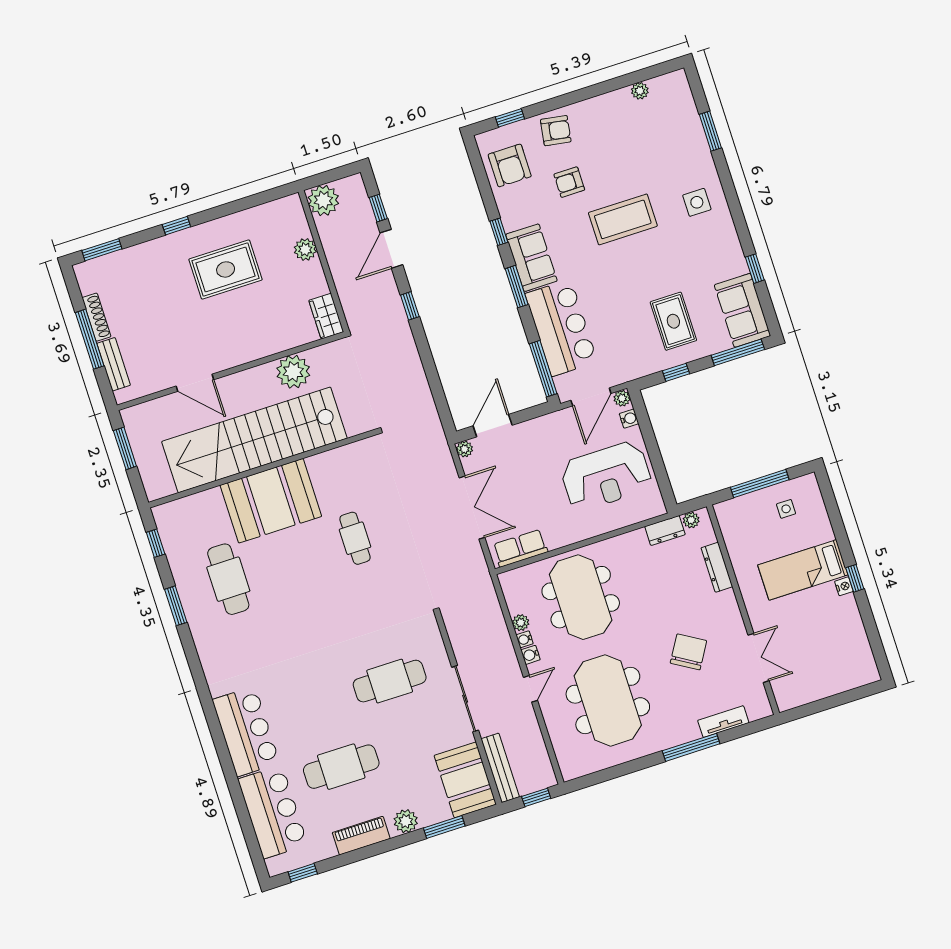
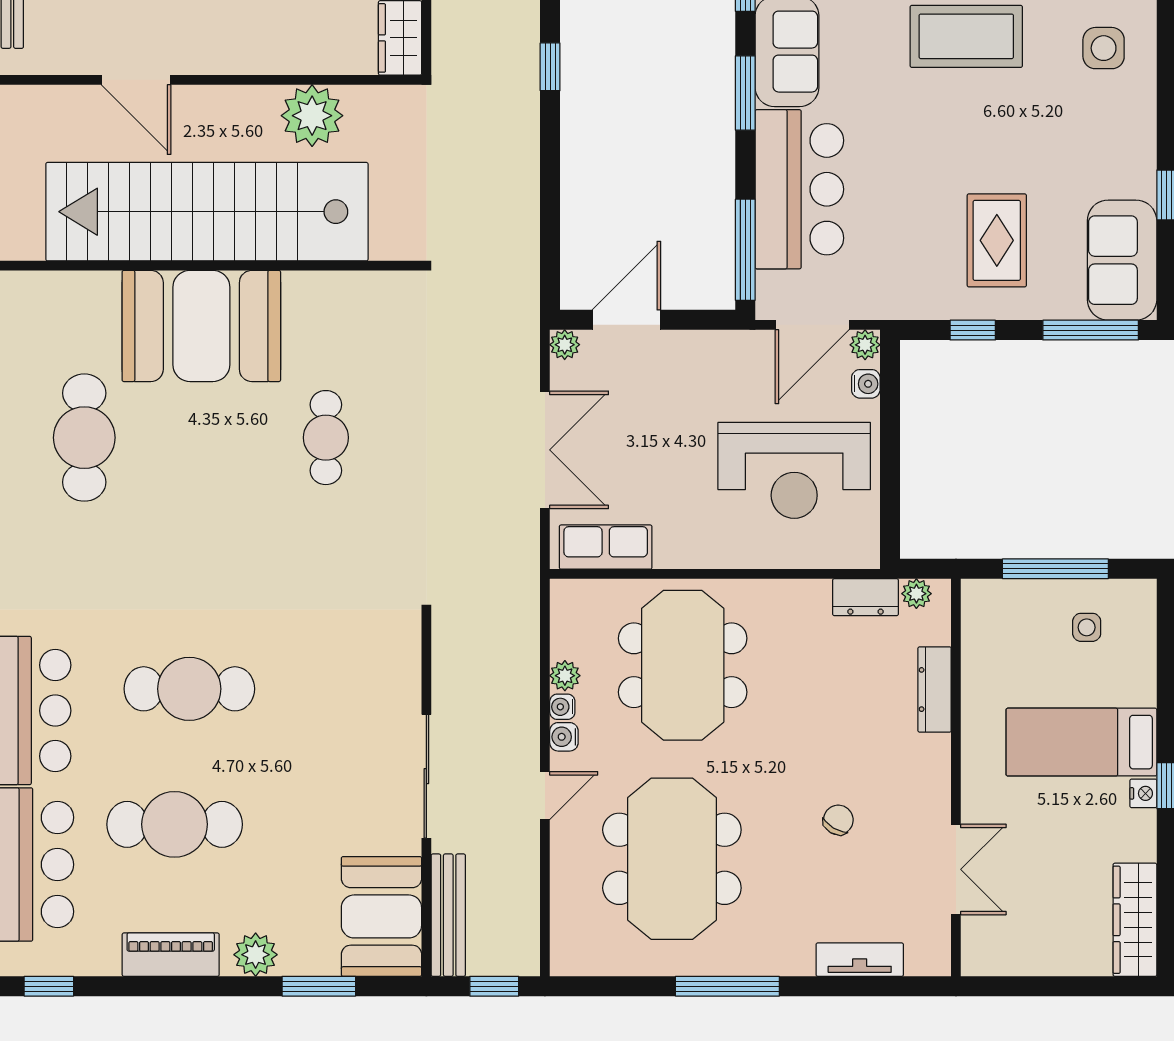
chair: (688, 652) -> (838, 820), width x0.54, depth x0.54
wardrobe: (861, 654) -> (1135, 920), added
cafe table: (390, 681) -> (189, 689), moved
window: (691, 747) -> (727, 986), moved

